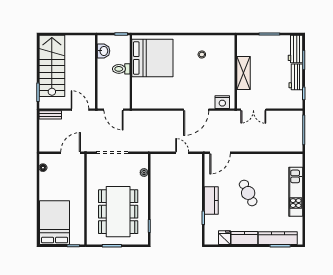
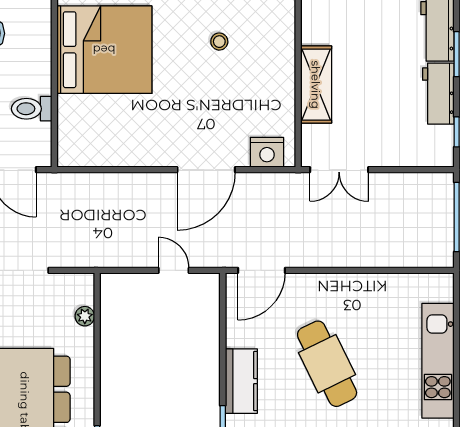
toilet: (121, 69) -> (32, 109), moved
cafe table: (248, 193) -> (327, 364), width x1.37, depth x1.35

